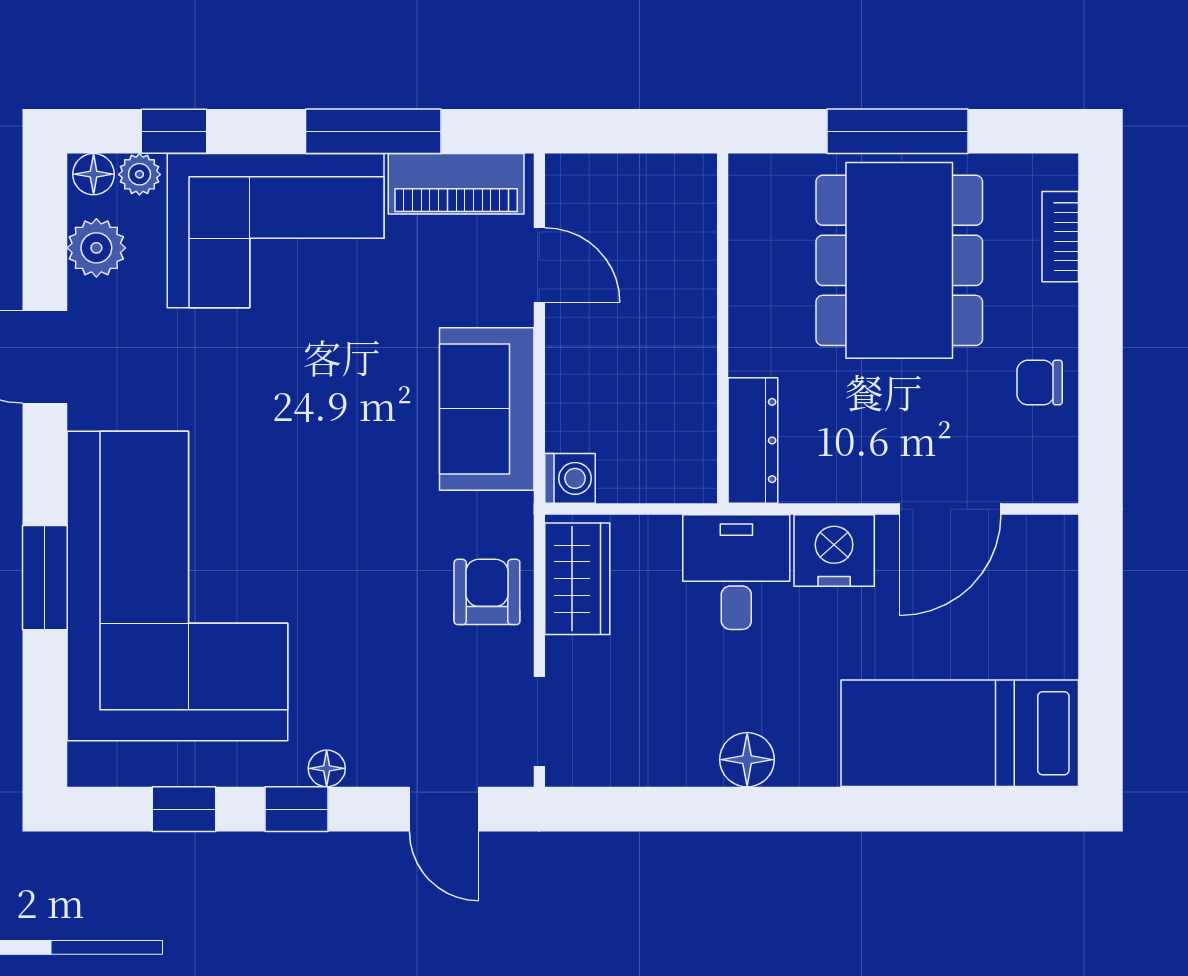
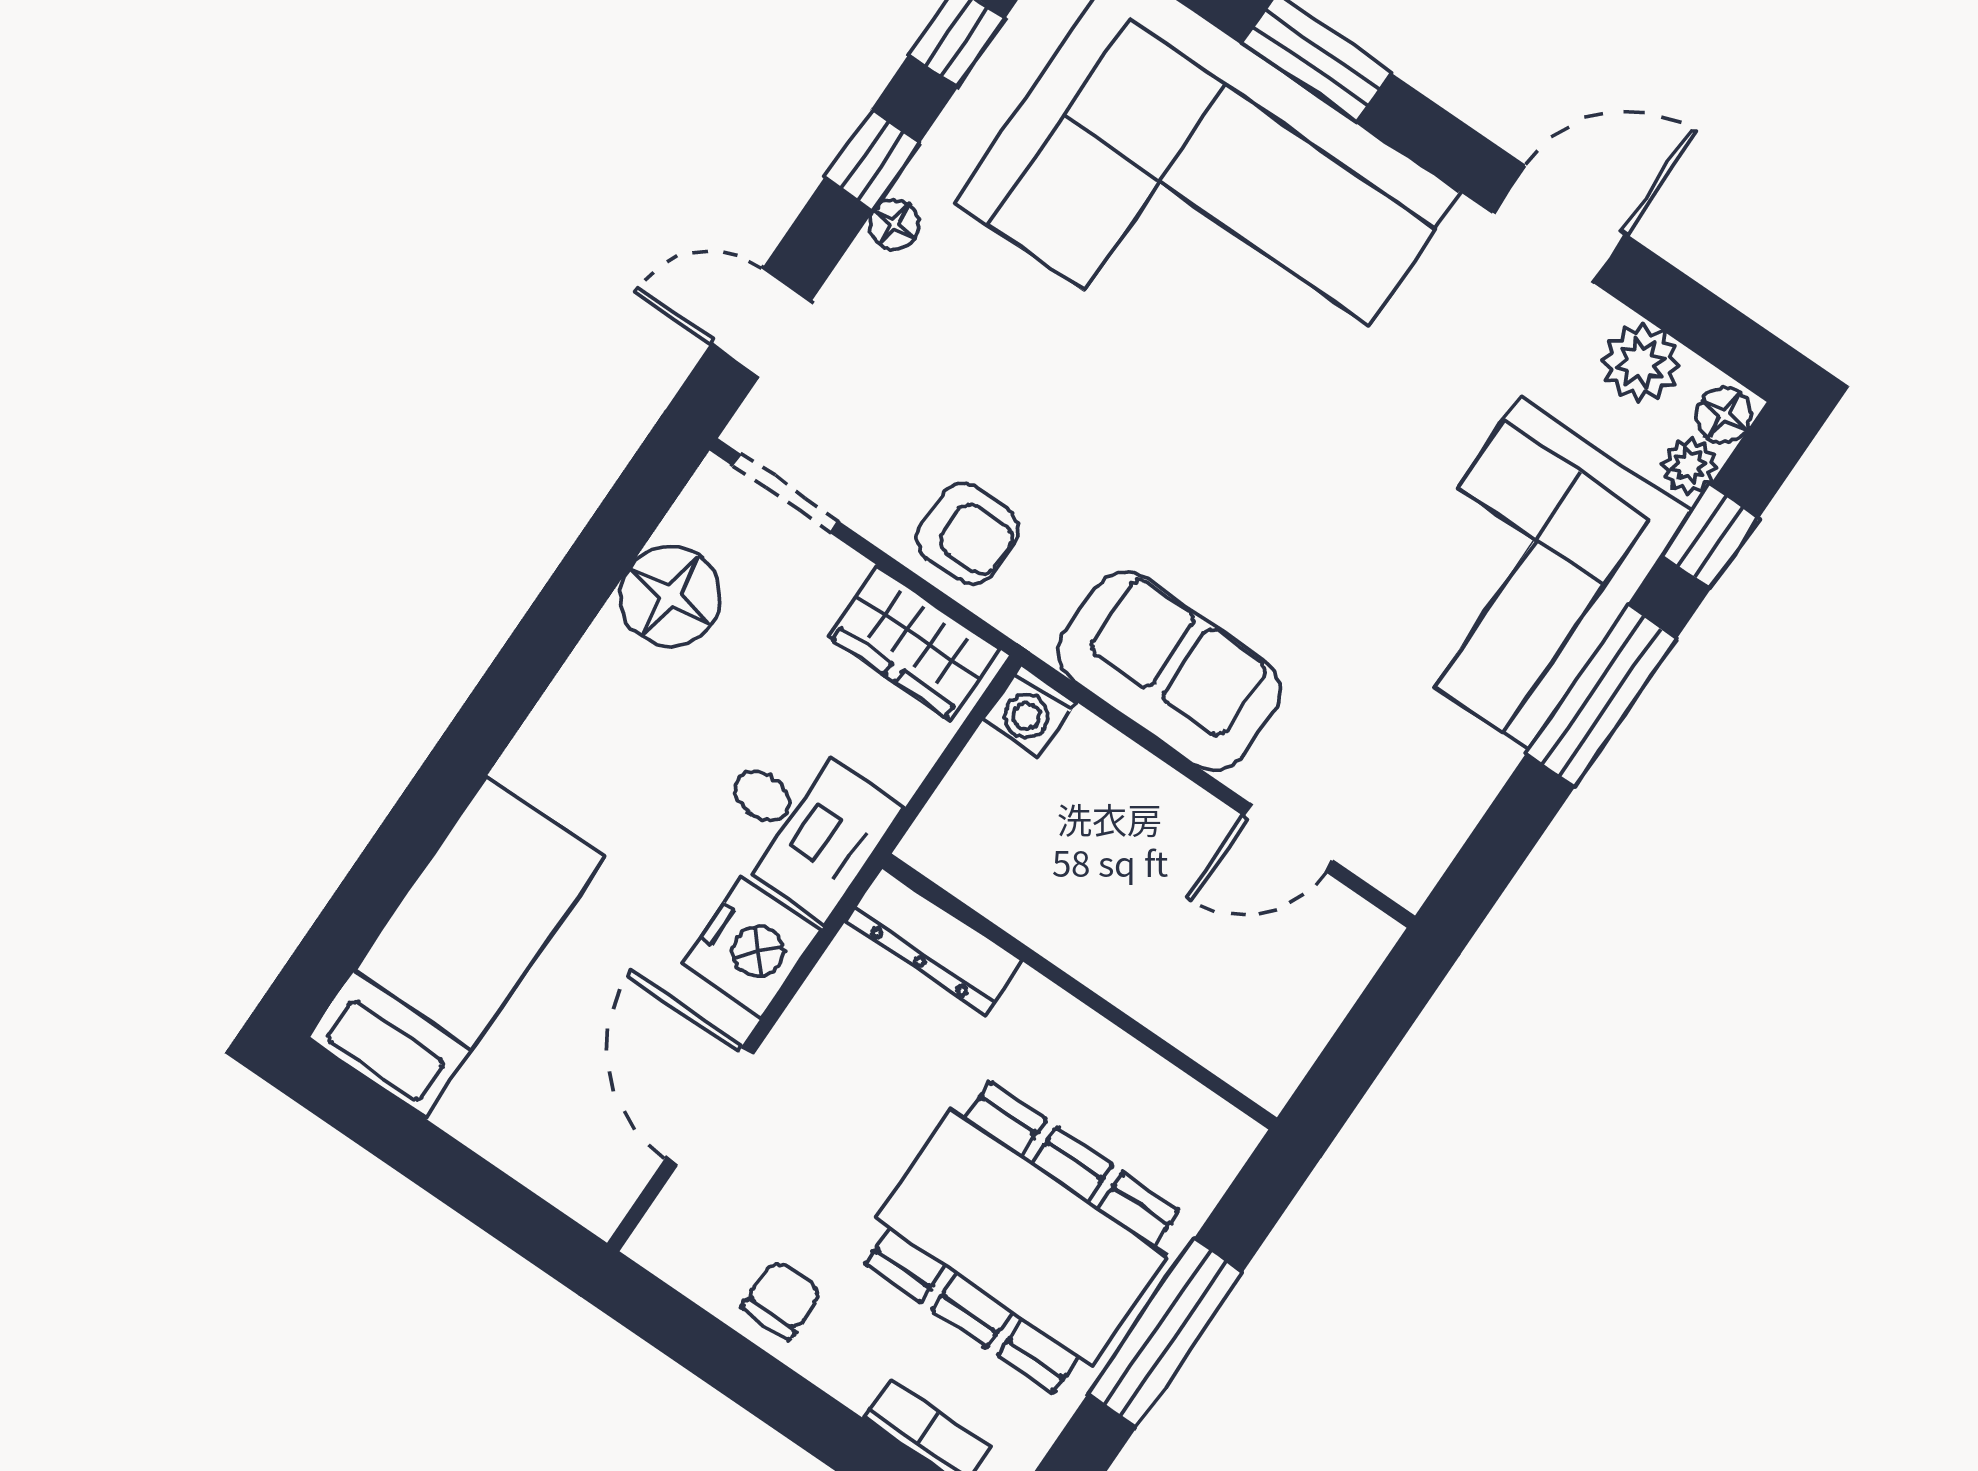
window: (373, 131) -> (1601, 696), moved
piano: (456, 184) -> (1440, 807), removed
floor lamp: (747, 760) -> (670, 596), moved, width x1.38, depth x1.38

